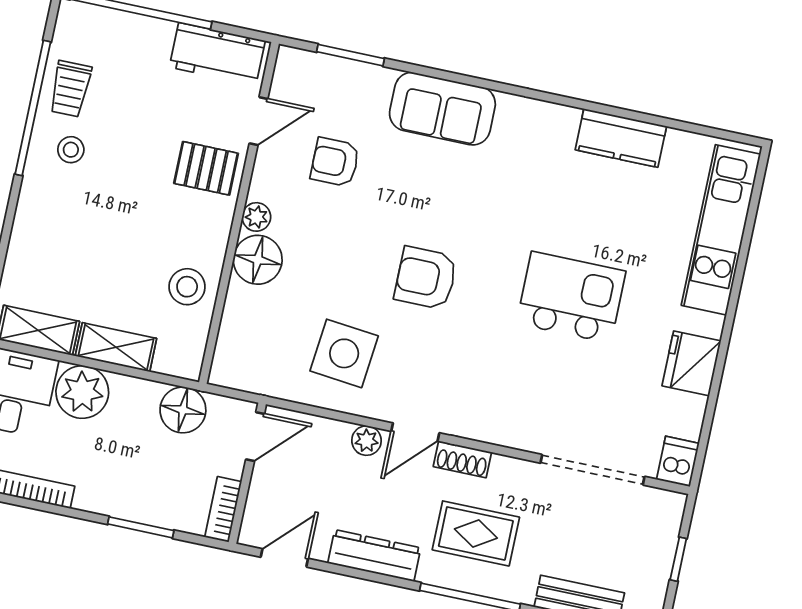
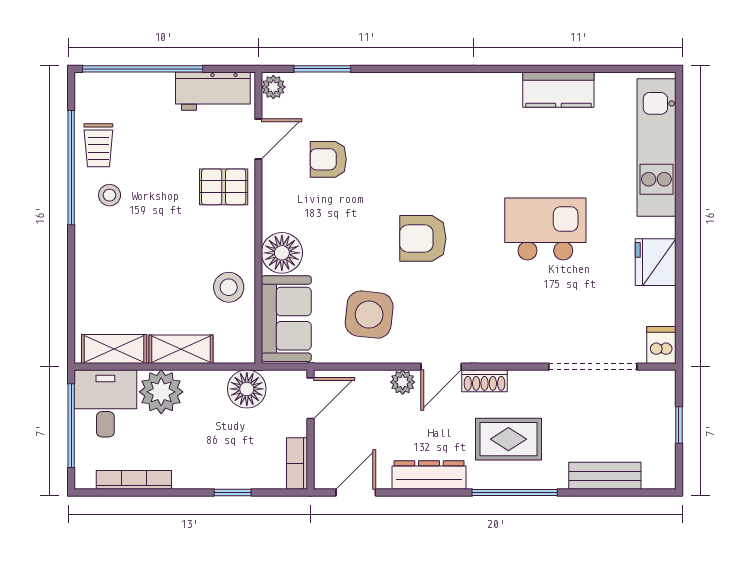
sofa: (442, 109) -> (286, 319), moved, turned -90
plant: (256, 217) -> (273, 87), moved
window: (141, 527) -> (233, 493), width x0.67

